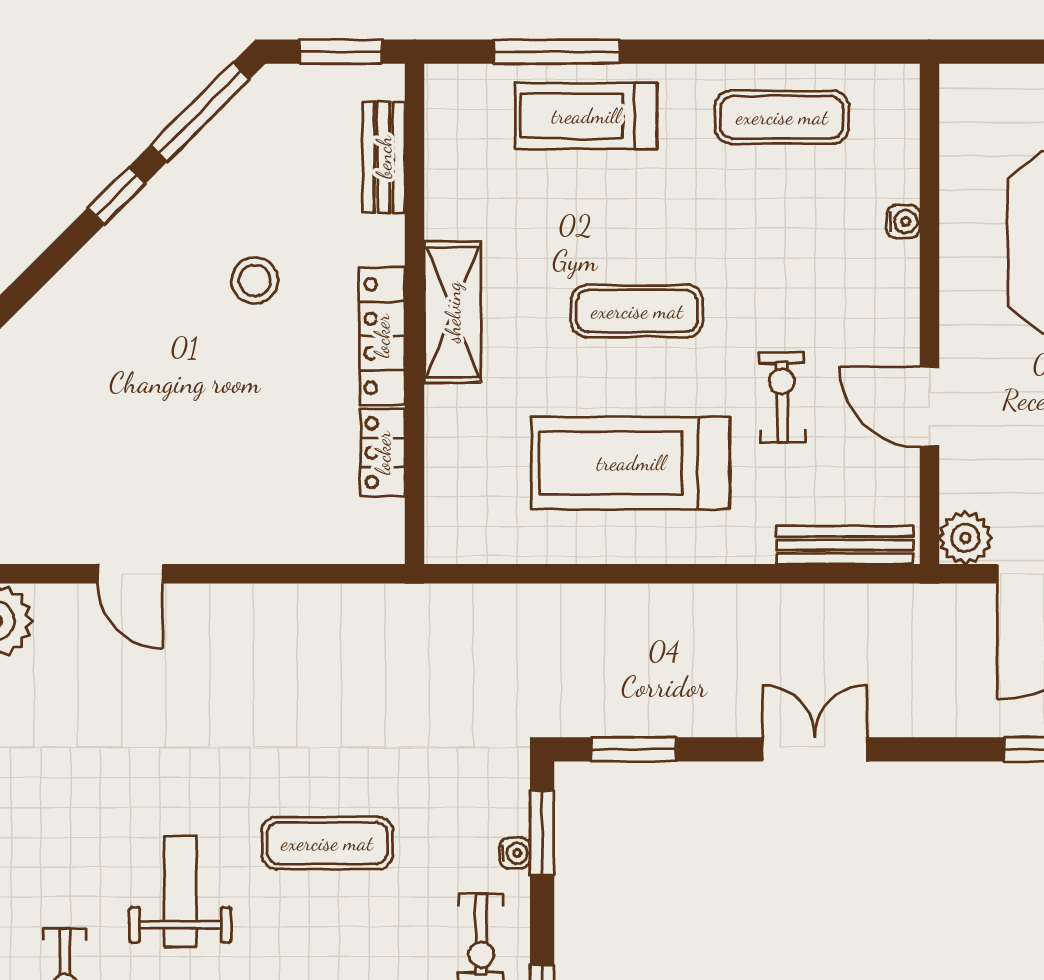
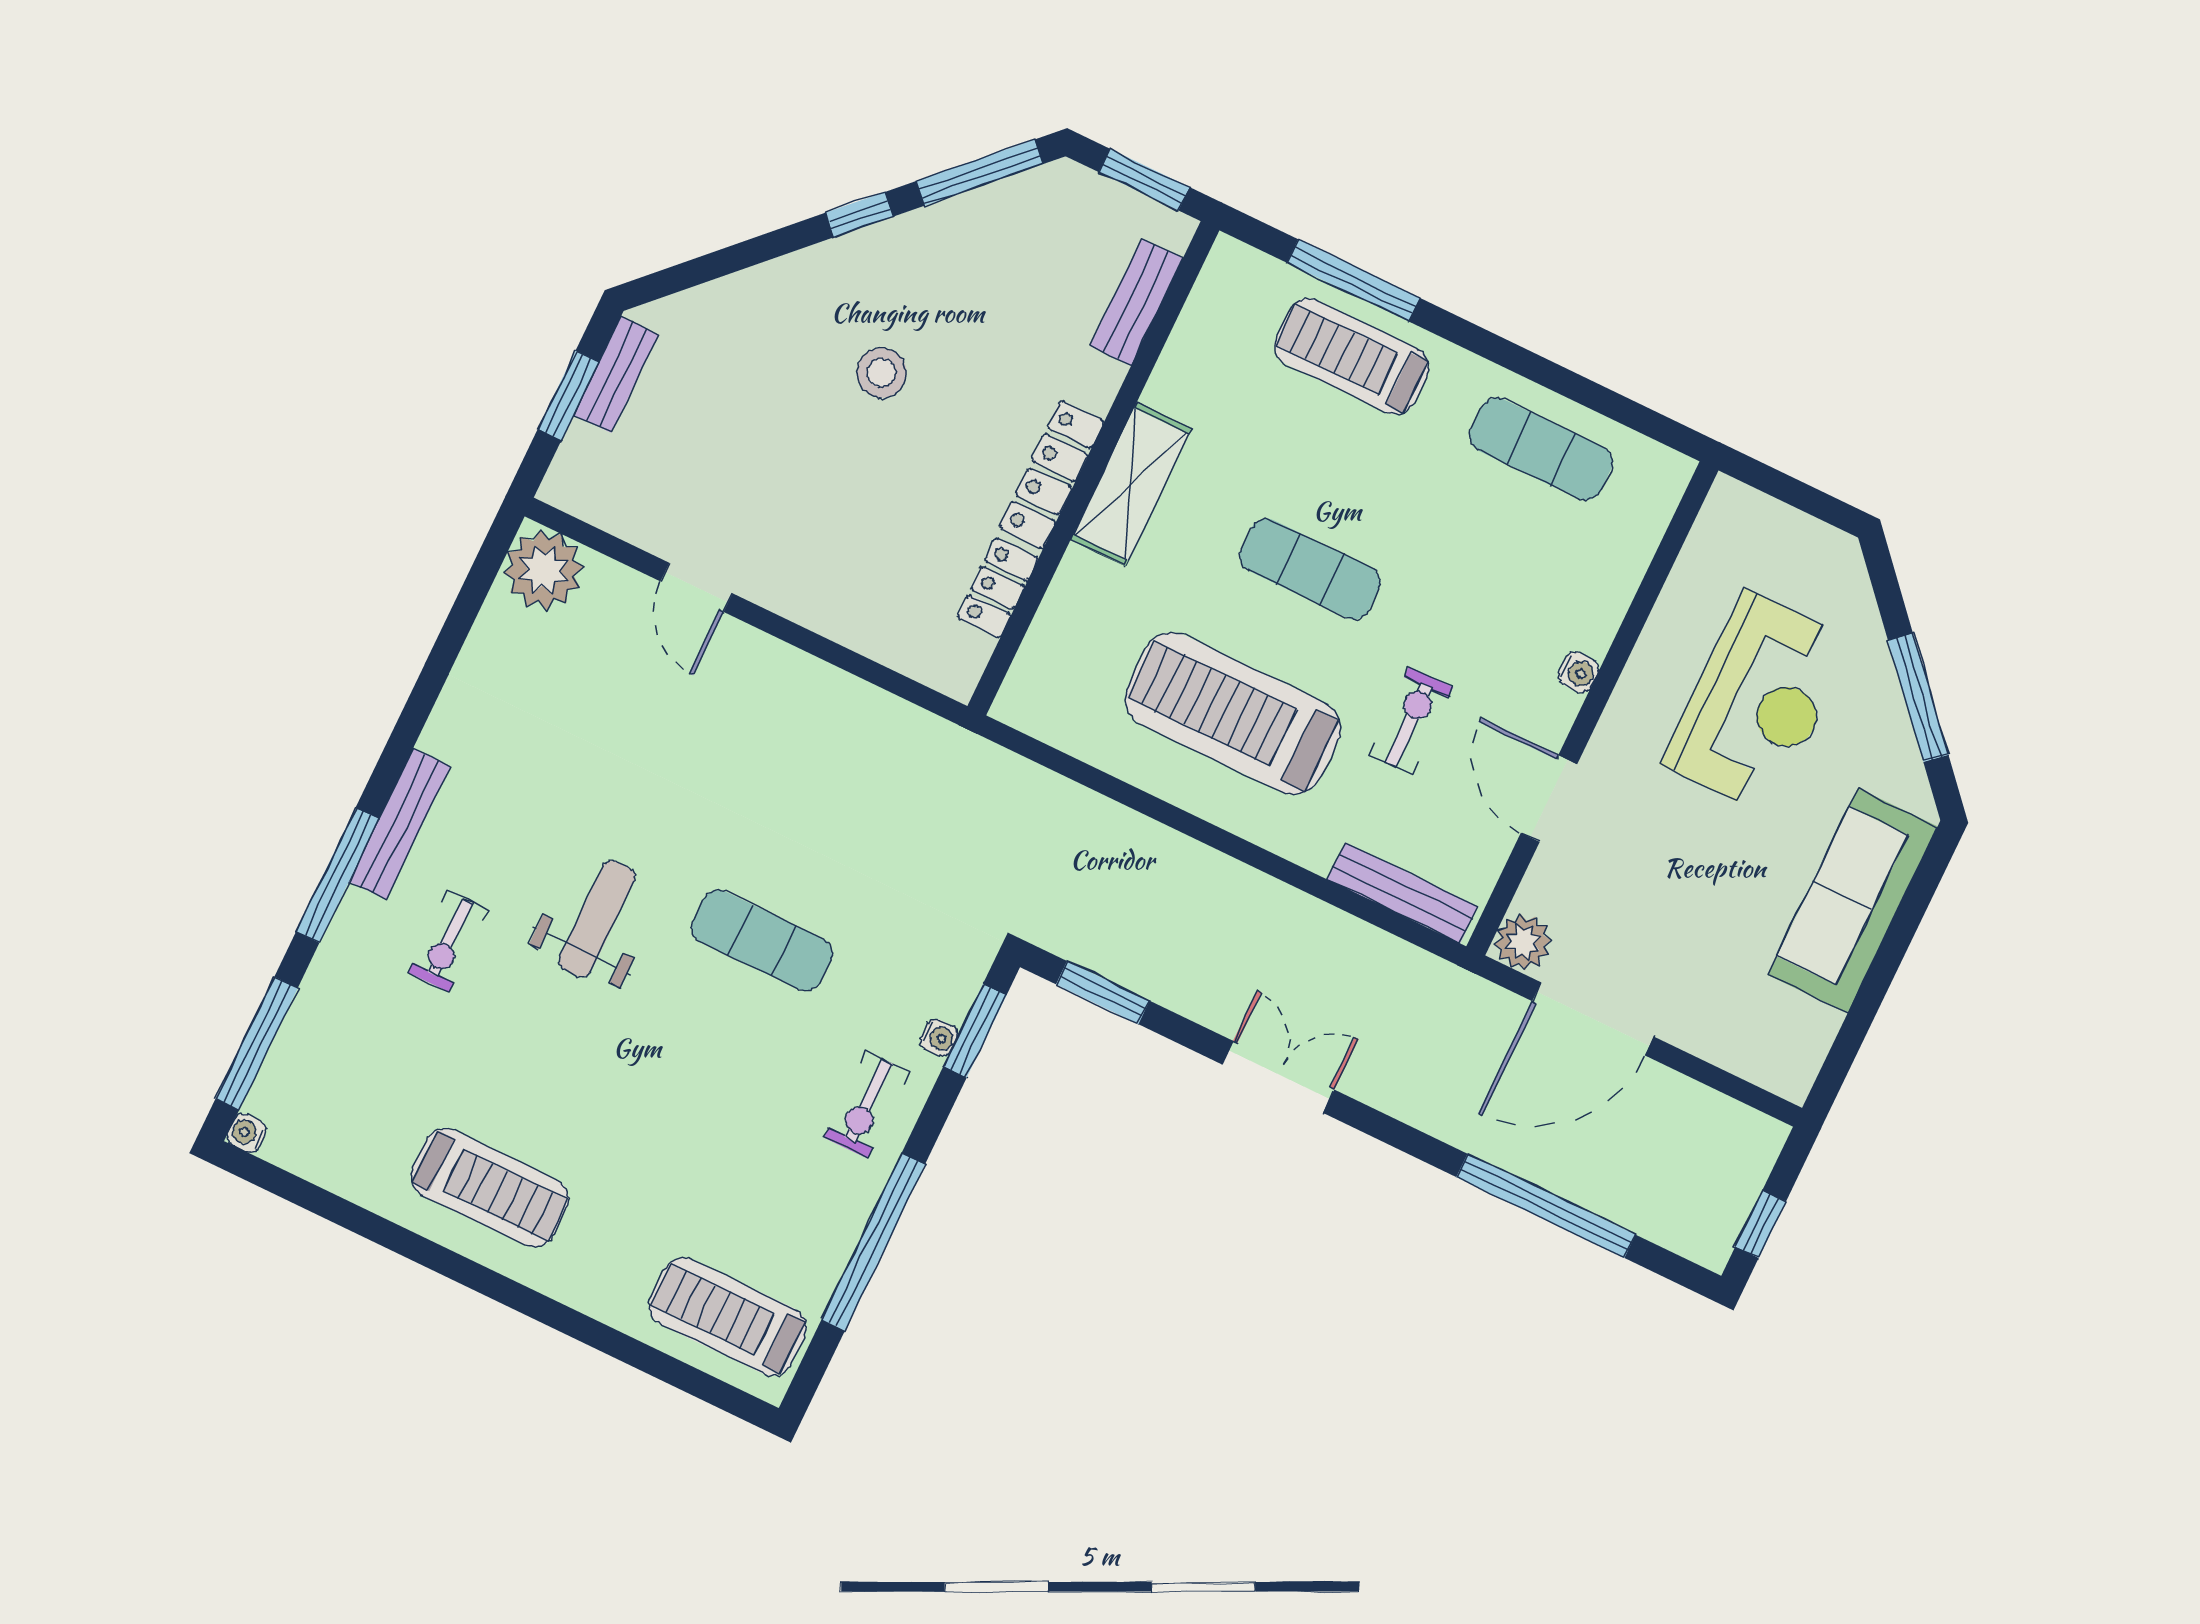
water cooler: (903, 222) -> (1578, 672), moved
stool: (255, 281) -> (882, 373), moved

